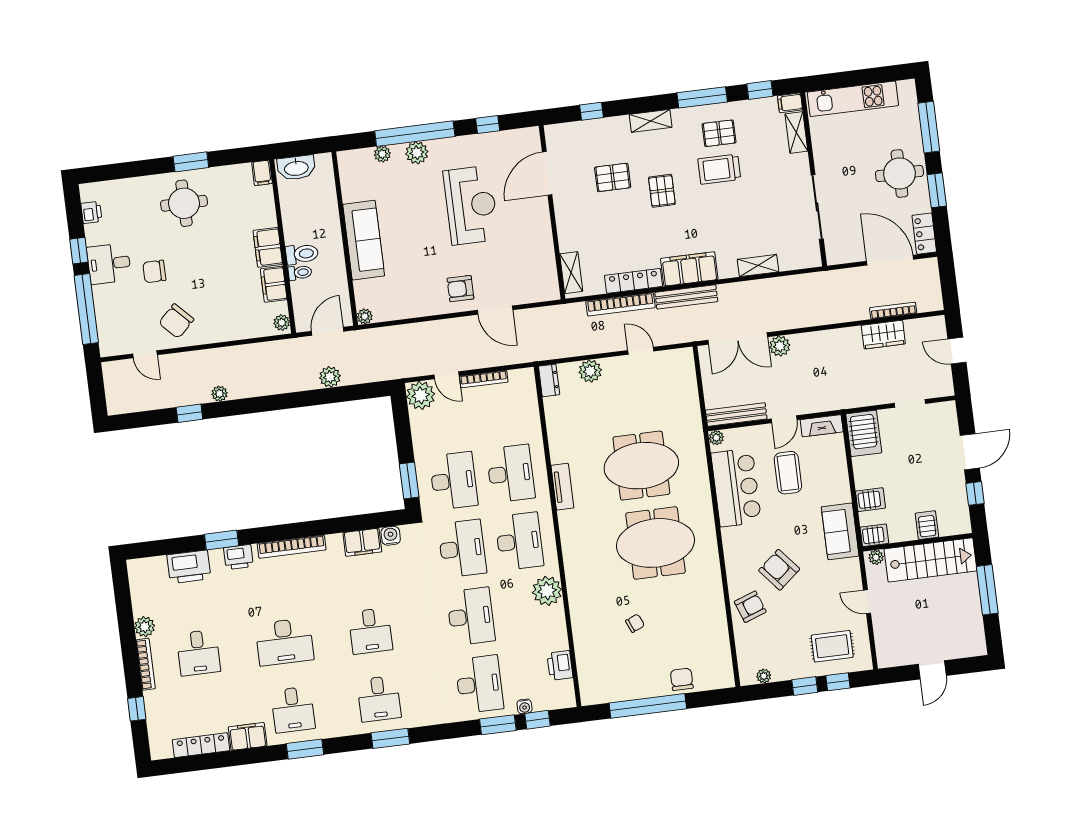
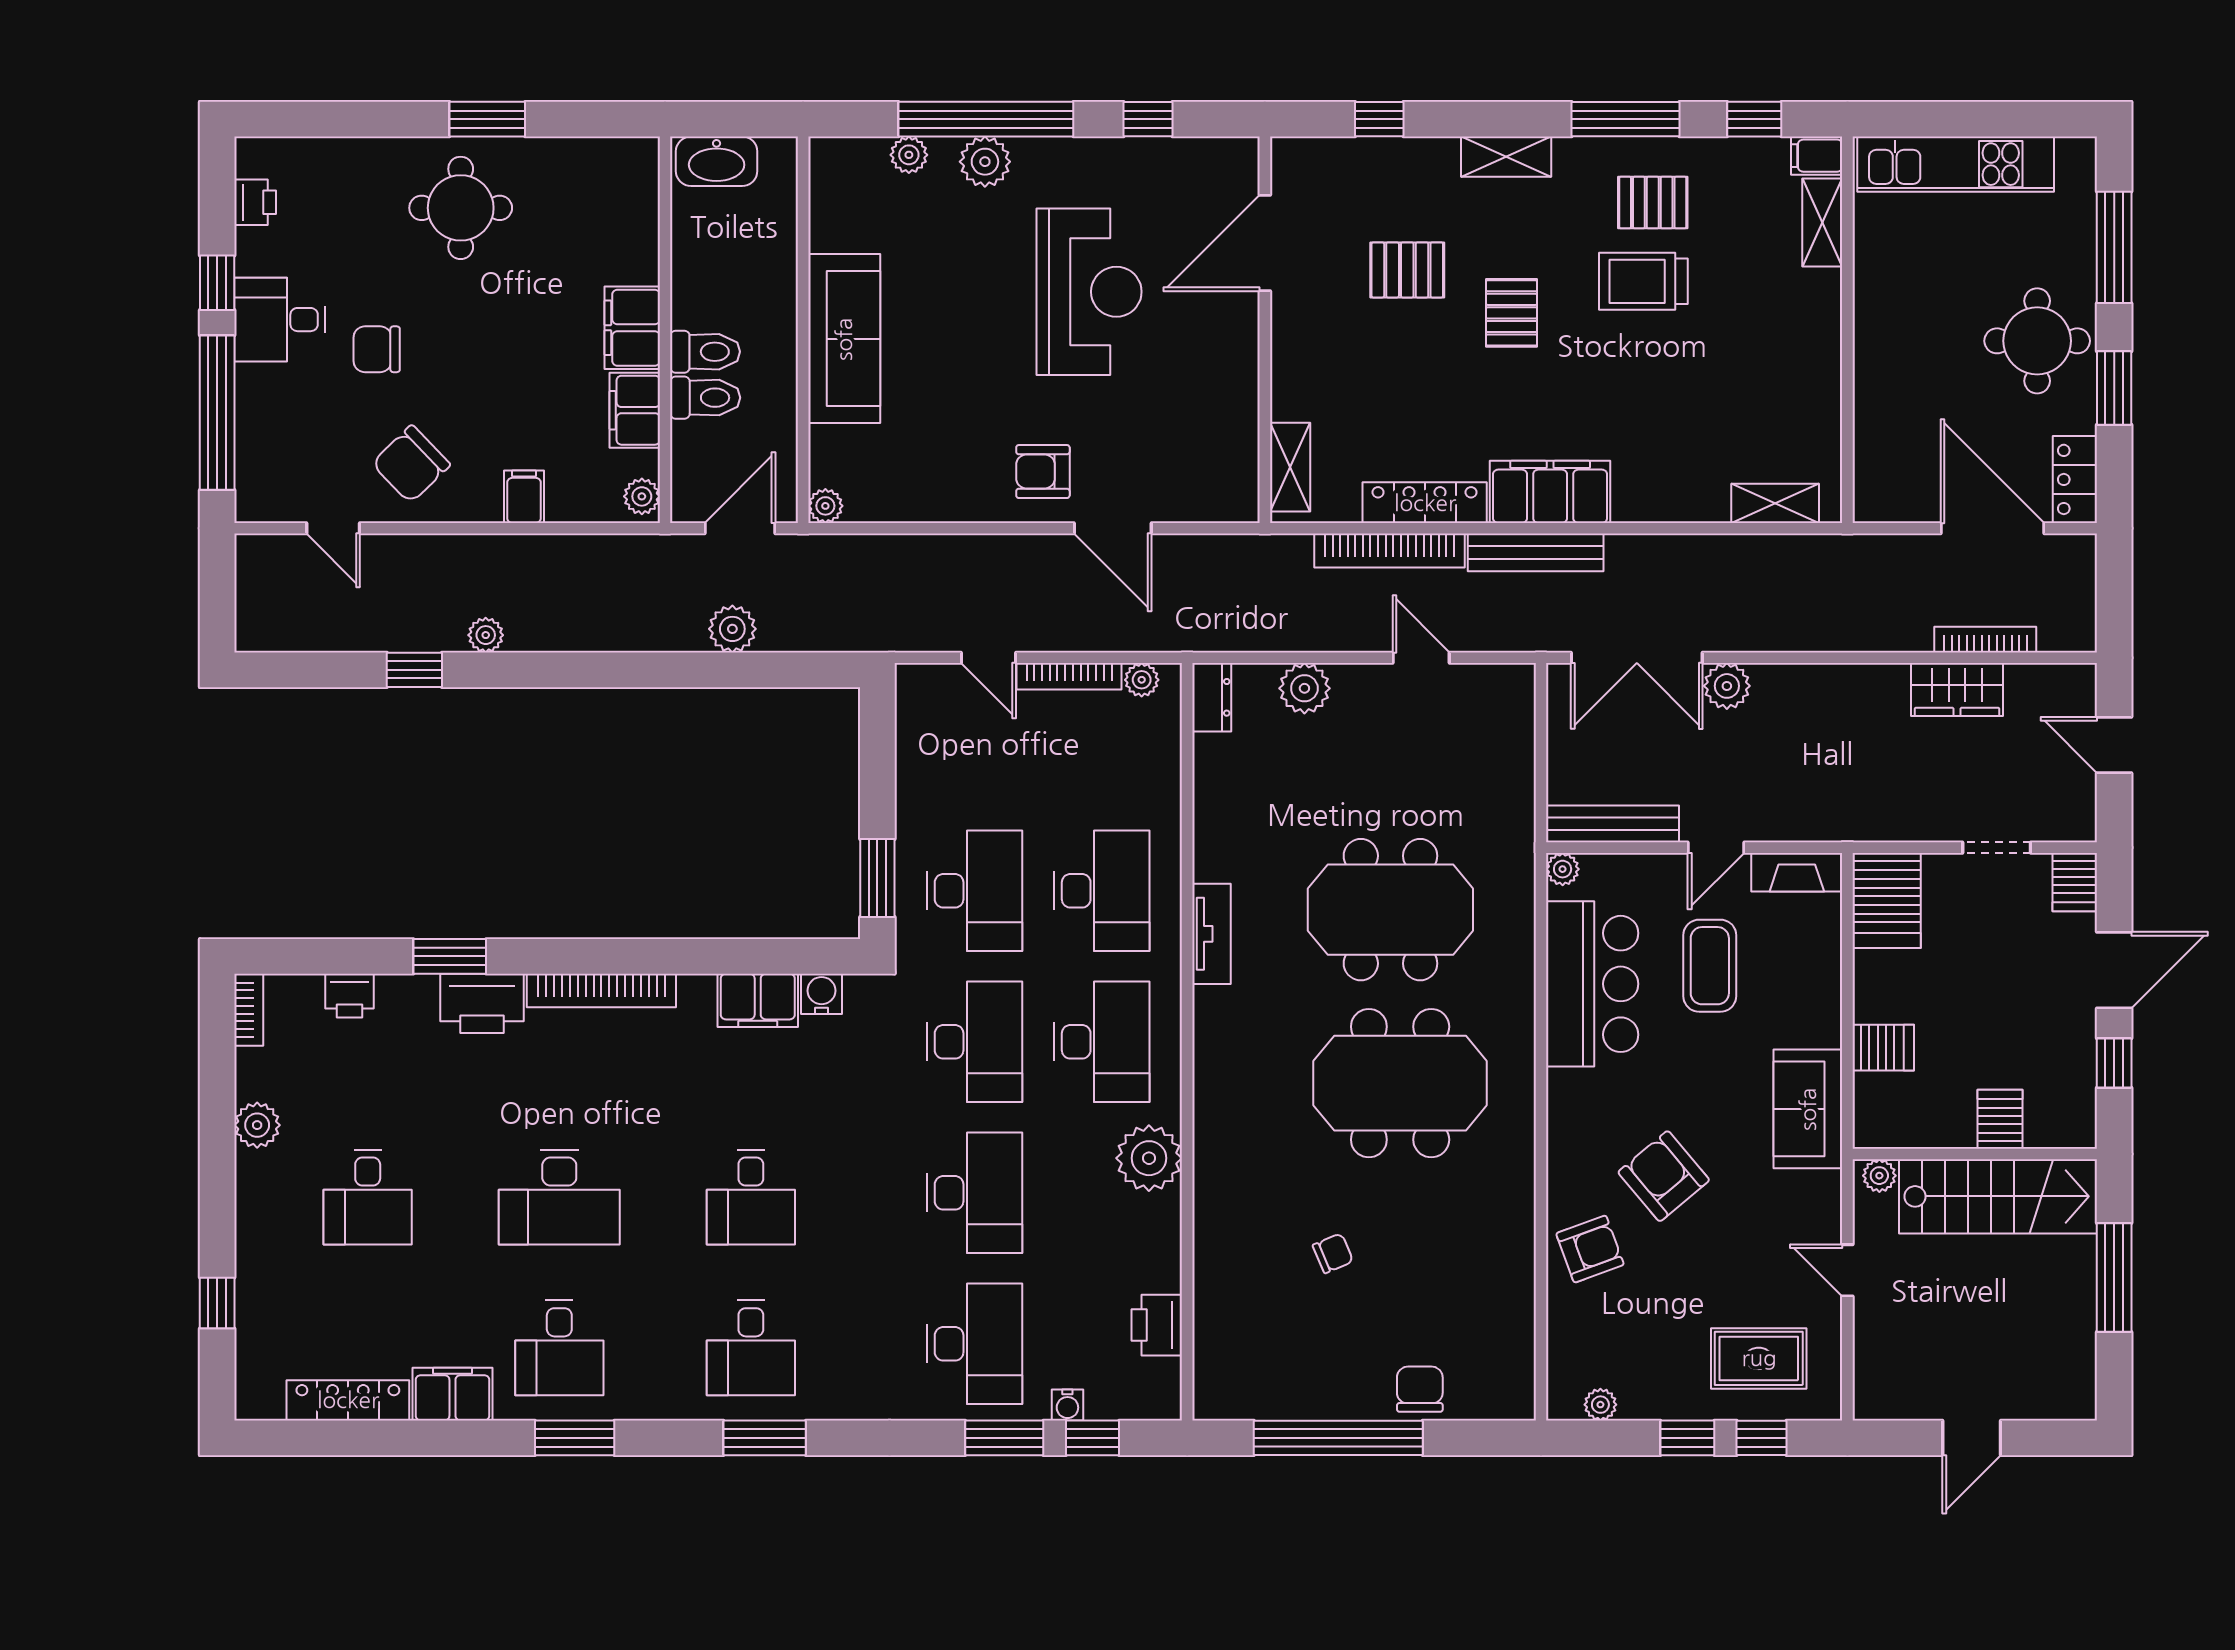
filing cabinet: (262, 173) -> (524, 497), moved, turned 180
sliding door: (817, 207) -> (1847, 391), removed
shelving: (758, 266) -> (1775, 503), moved
toilet: (300, 273) -> (705, 398), width x1.37, depth x1.39
plant: (421, 395) -> (1142, 680), moved, width x0.53, depth x0.53
server rack: (874, 535) -> (2075, 882), moved, turned 90
printer: (238, 557) -> (482, 1003), width x1.37, depth x1.19
printer: (189, 567) -> (350, 996), width x0.53, depth x0.68
bookcase: (146, 664) -> (249, 1010), moved, width x0.64

